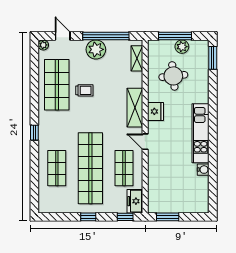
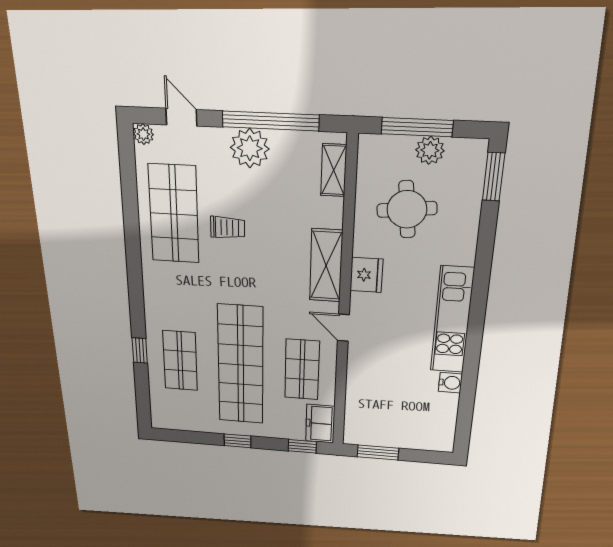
window: (34, 133) -> (140, 351), moved

